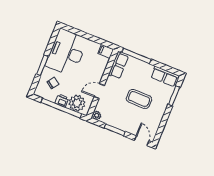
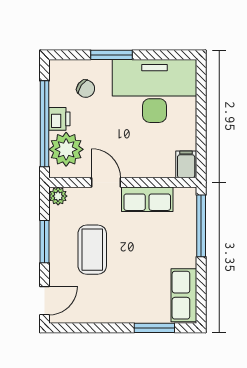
row of seats: (118, 65) -> (147, 199), moved
coffee table: (139, 99) -> (92, 250), moved

